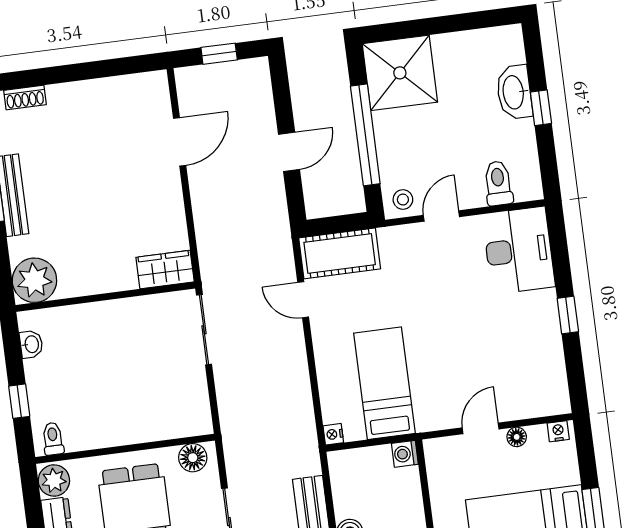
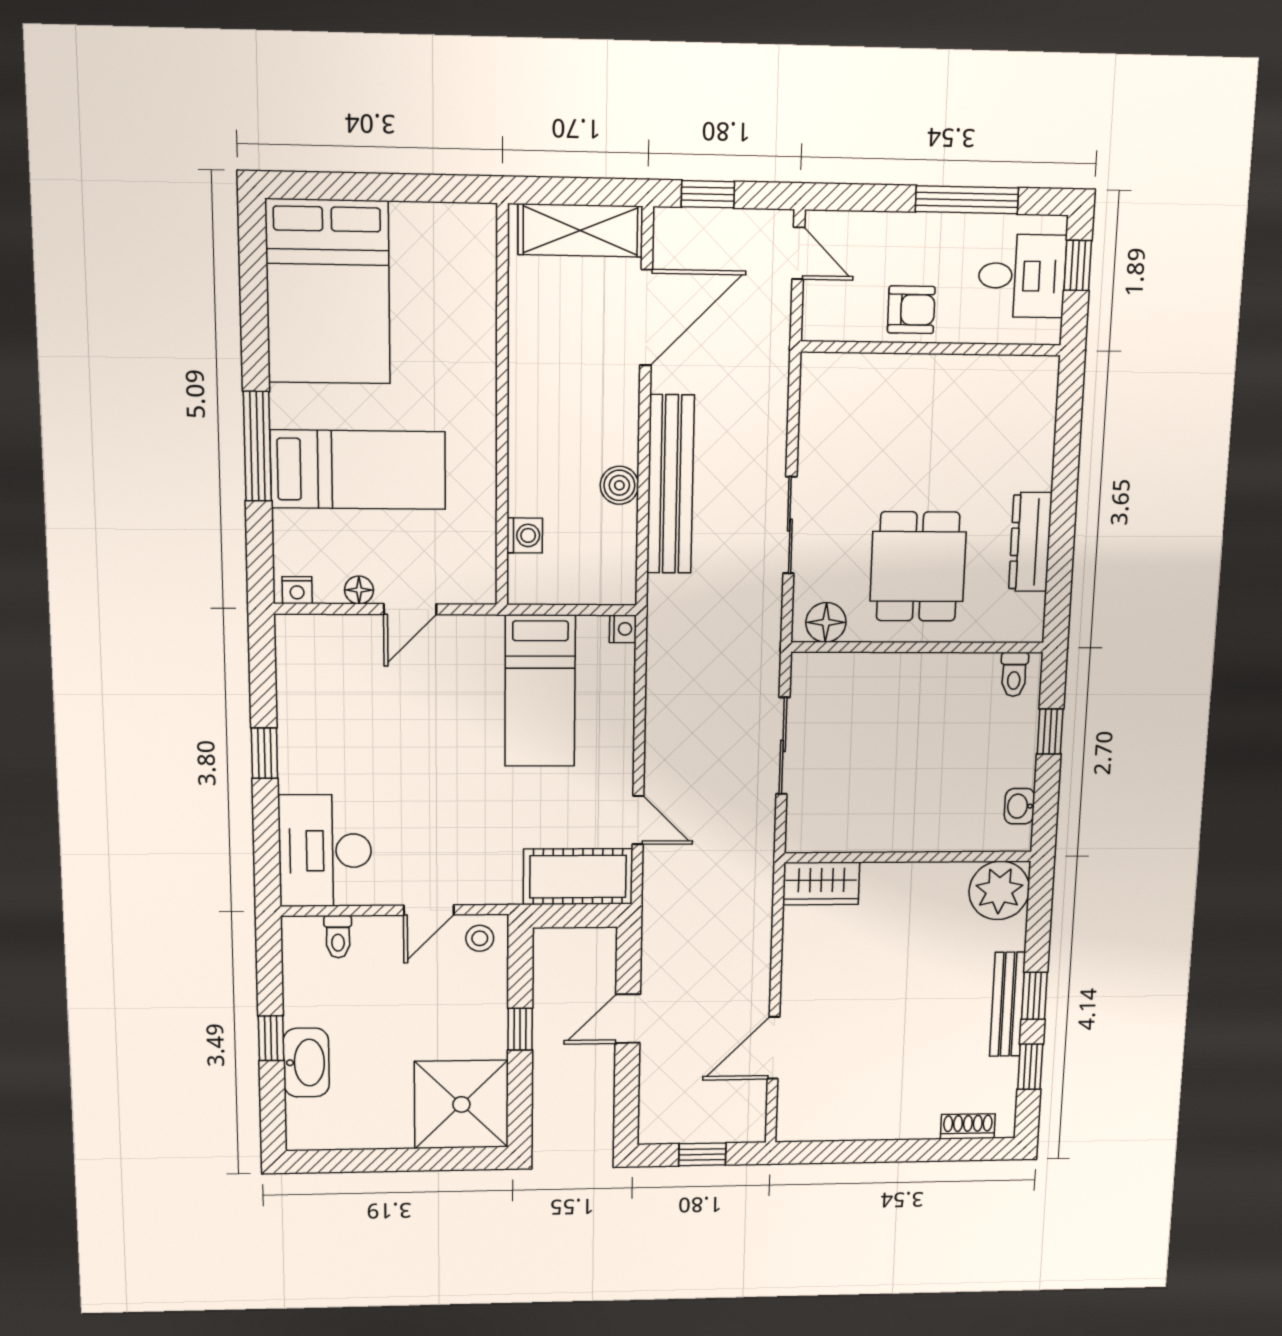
window: (365, 135) -> (520, 1029), width x0.32
toilet: (498, 183) -> (338, 937), width x0.73, depth x0.72
sliding door: (204, 330) -> (783, 746), moved
washing machine: (405, 454) -> (525, 535), moved
plant: (54, 480) -> (1023, 616), removed

